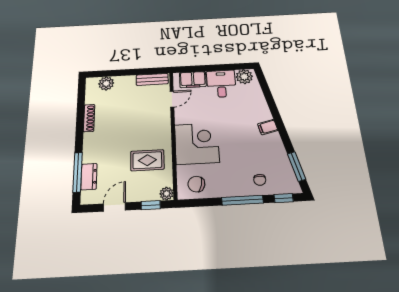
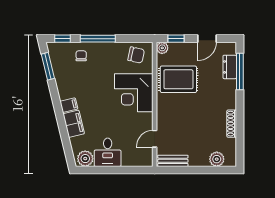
filing cabinet: (193, 80) -> (74, 124), moved, turned 76
rug: (147, 160) -> (178, 79), width x1.36, depth x1.43

